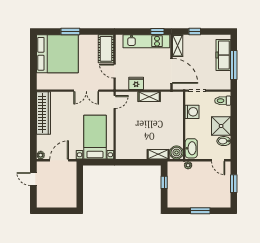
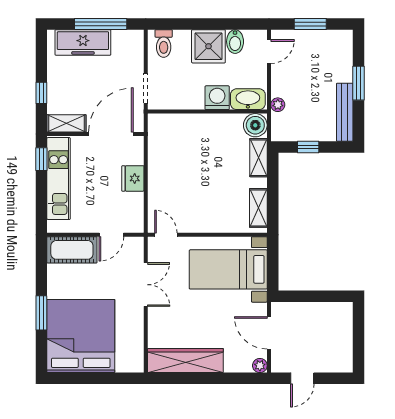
fridge: (136, 83) -> (133, 178), moved
shelving: (149, 97) -> (258, 208), moved
washing machine: (192, 112) -> (217, 98), moved
bench: (184, 203) -> (345, 112), added

